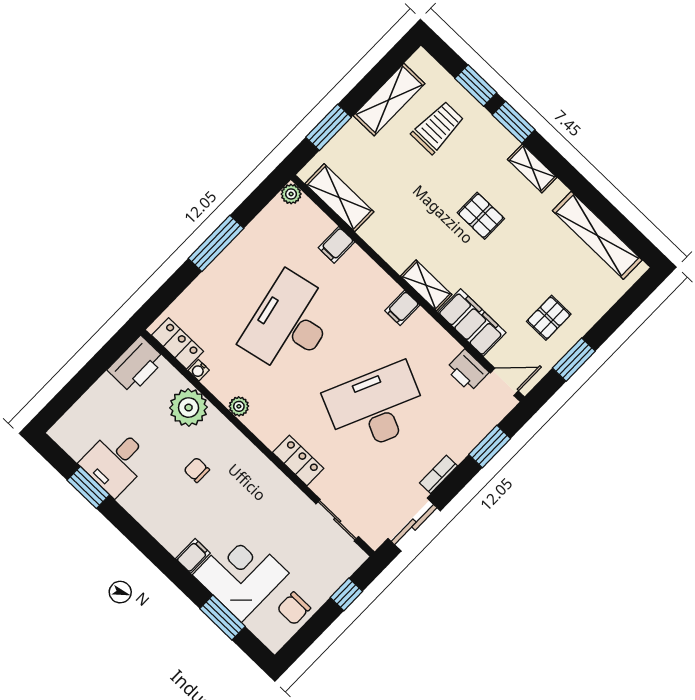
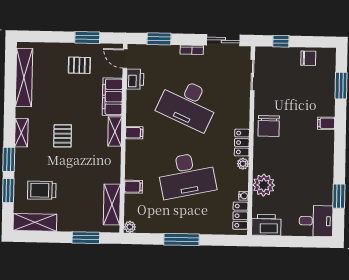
shelving: (389, 100) -> (35, 222), moved
locker: (298, 460) -> (242, 143), moved
desk: (115, 461) -> (316, 221), moved
chair: (197, 470) -> (269, 126), moved, width x1.87, depth x1.87
corner desk: (241, 574) -> (315, 95), removed

